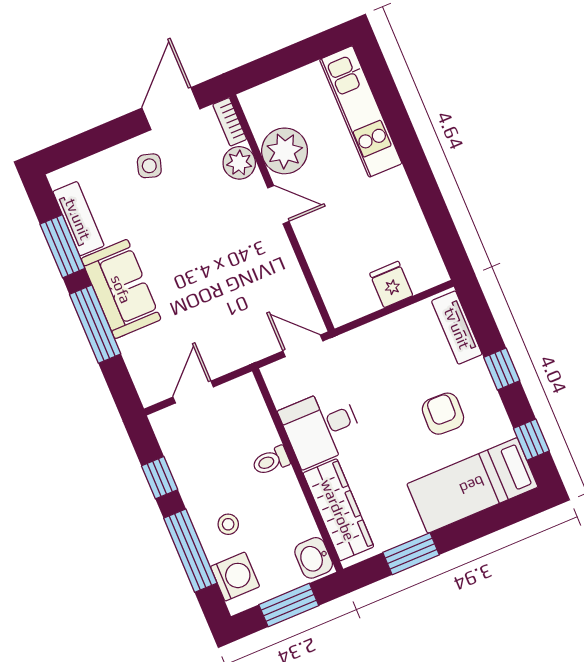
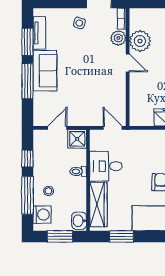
shower: (241, 397) -> (77, 139), added

